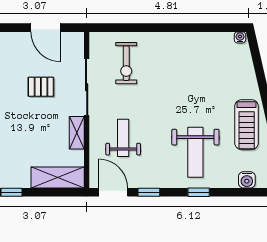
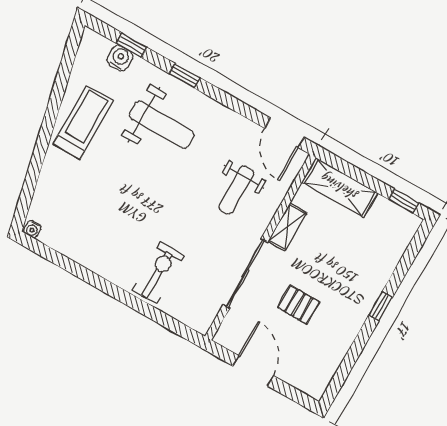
exercise bike: (126, 63) -> (158, 273), moved
weight bench: (195, 152) -> (162, 125), turned 90
window: (149, 192) -> (132, 45), moved

